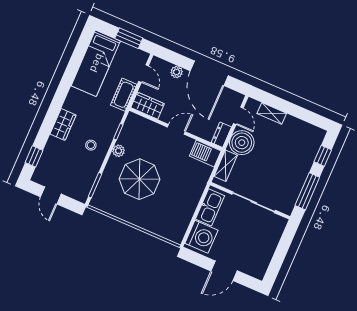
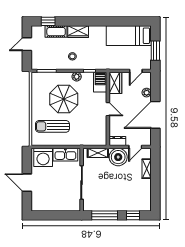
cot: (124, 95) -> (56, 32), moved
barbecue: (205, 153) -> (100, 82), moved
sun lounger: (168, 208) -> (52, 126), added

